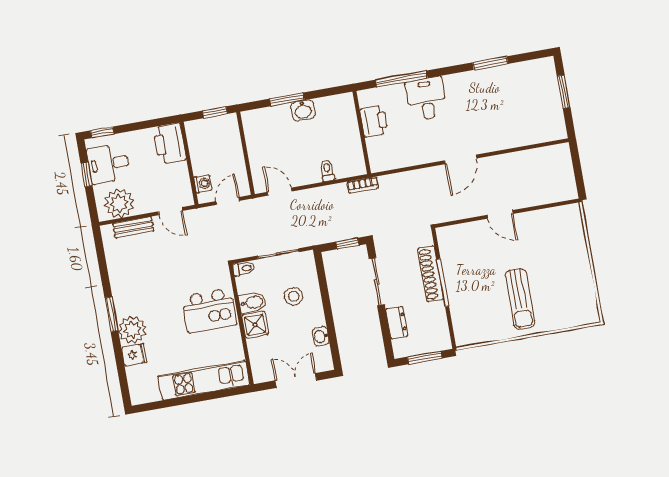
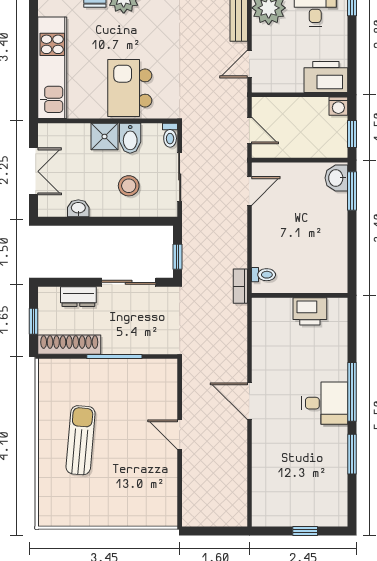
window: (402, 79) -> (352, 392), moved
window: (564, 92) -> (305, 531), width x0.67
window: (287, 99) -> (352, 191), moved
desk: (426, 99) -> (325, 403), moved
washbasin: (303, 110) -> (336, 178), moved
toilet: (327, 171) -> (264, 275), moved
washing machine: (203, 184) -> (338, 106), moved
door: (500, 214) -> (180, 435), hinge flipped
shoe rack: (431, 274) -> (69, 345), moved
sun lounger: (520, 299) -> (81, 440), turned 95
window: (425, 358) -> (34, 321), width x0.67

